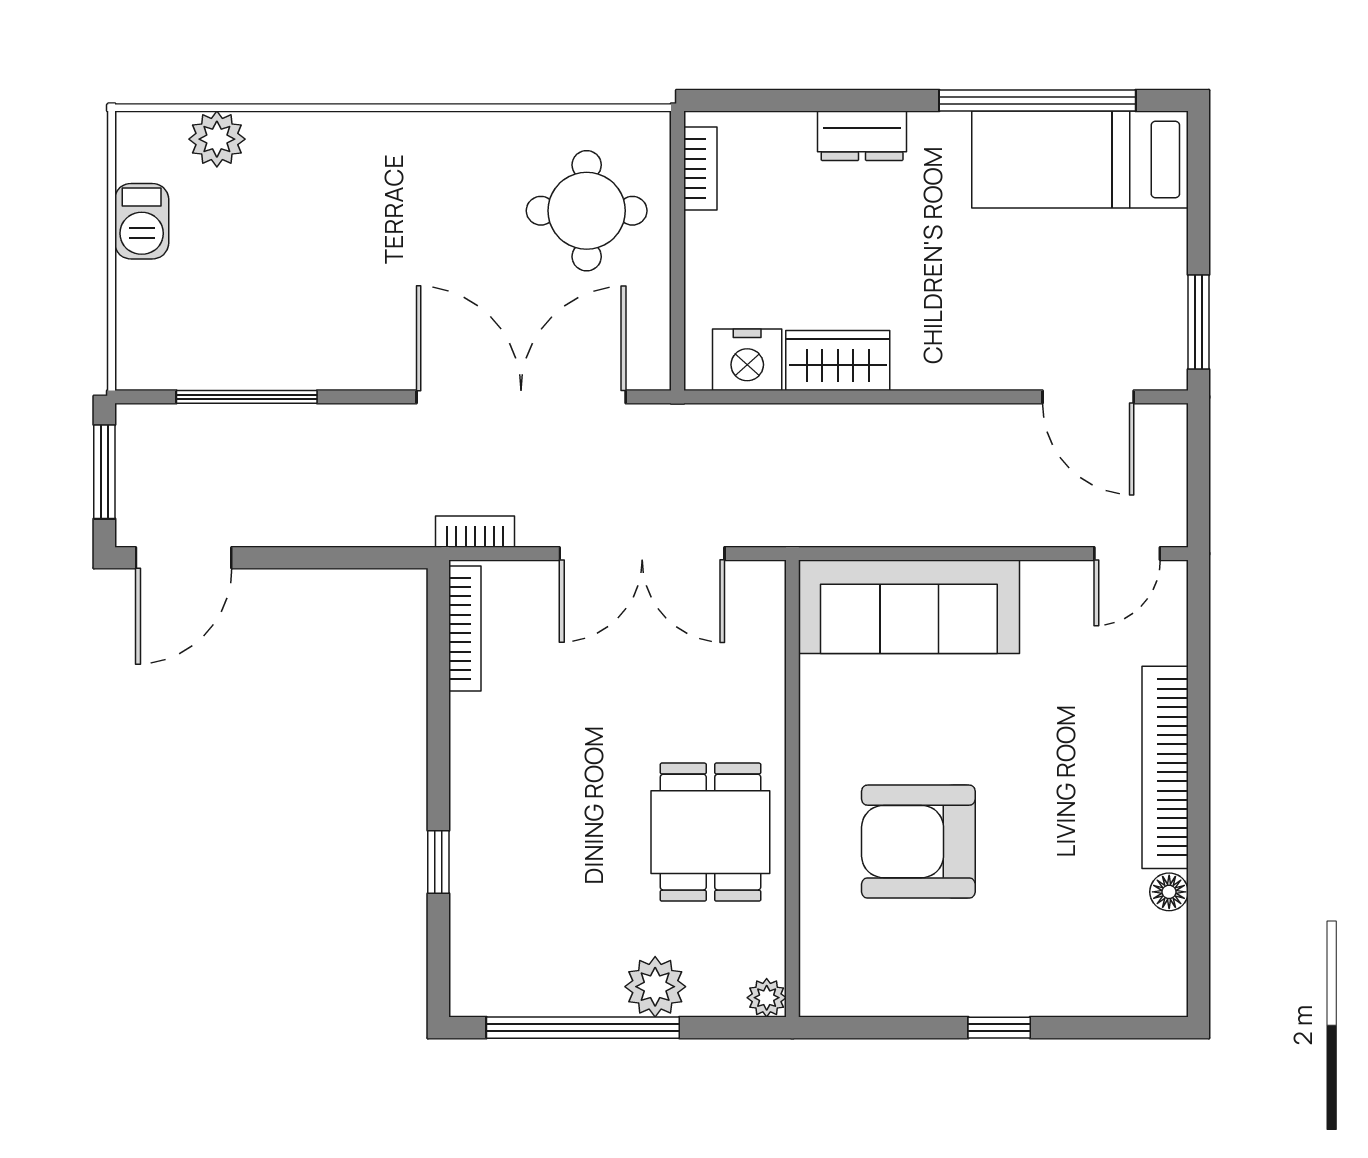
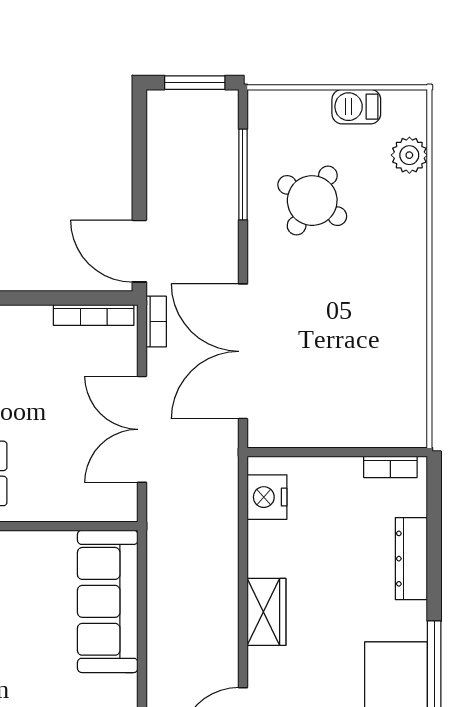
dresser: (862, 136) -> (411, 559), width x1.44
round table: (587, 211) -> (312, 201), moved, turned 32
wardrobe: (838, 361) -> (266, 612), moved
double door: (521, 397) -> (243, 351), swing flipped
door: (184, 558) -> (139, 251), moved

